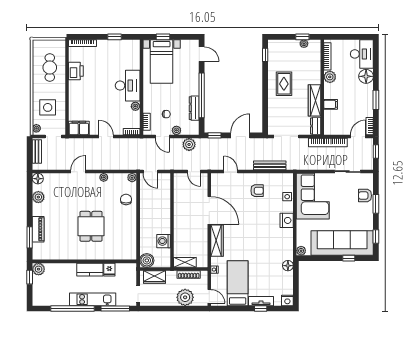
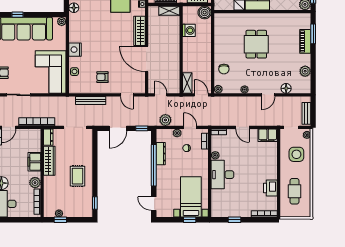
filing cabinet: (331, 104) -> (34, 162), width x2.00
floor lamp: (38, 179) -> (286, 88), moved
shelving: (165, 184) -> (187, 83), added

